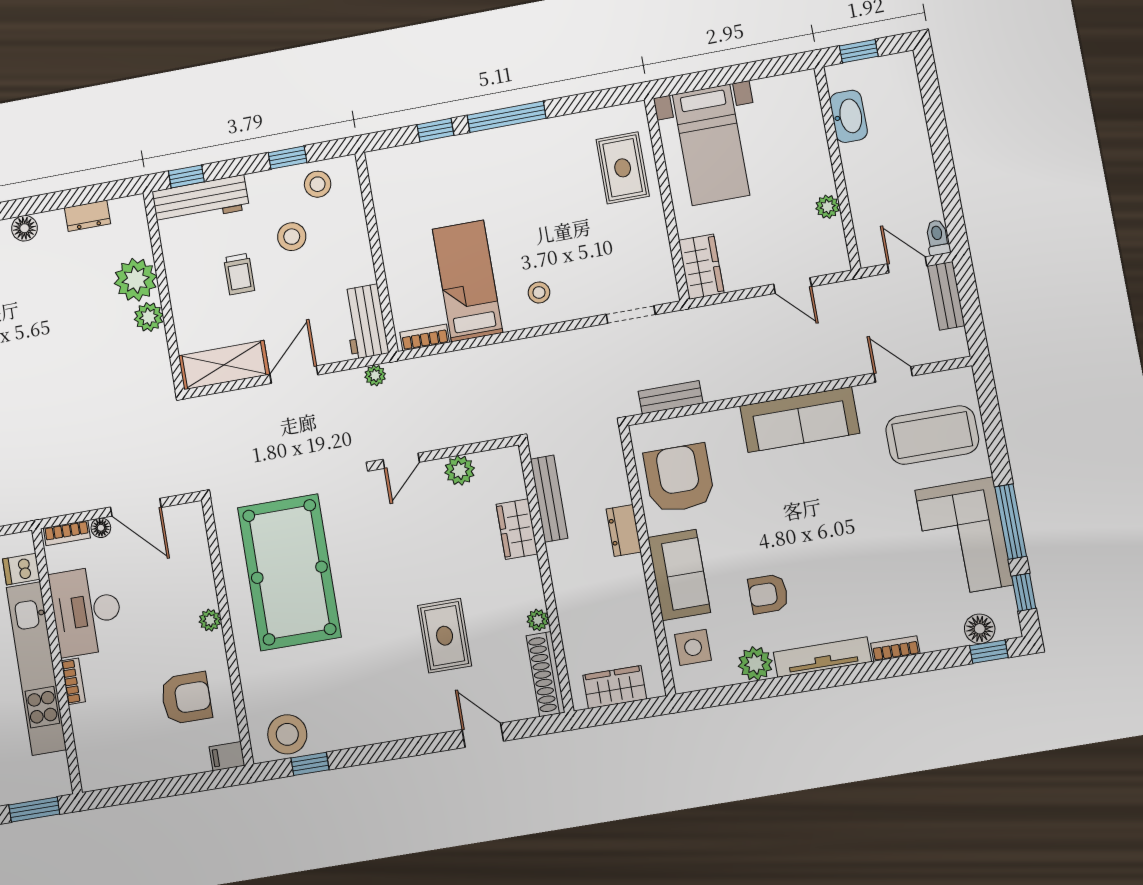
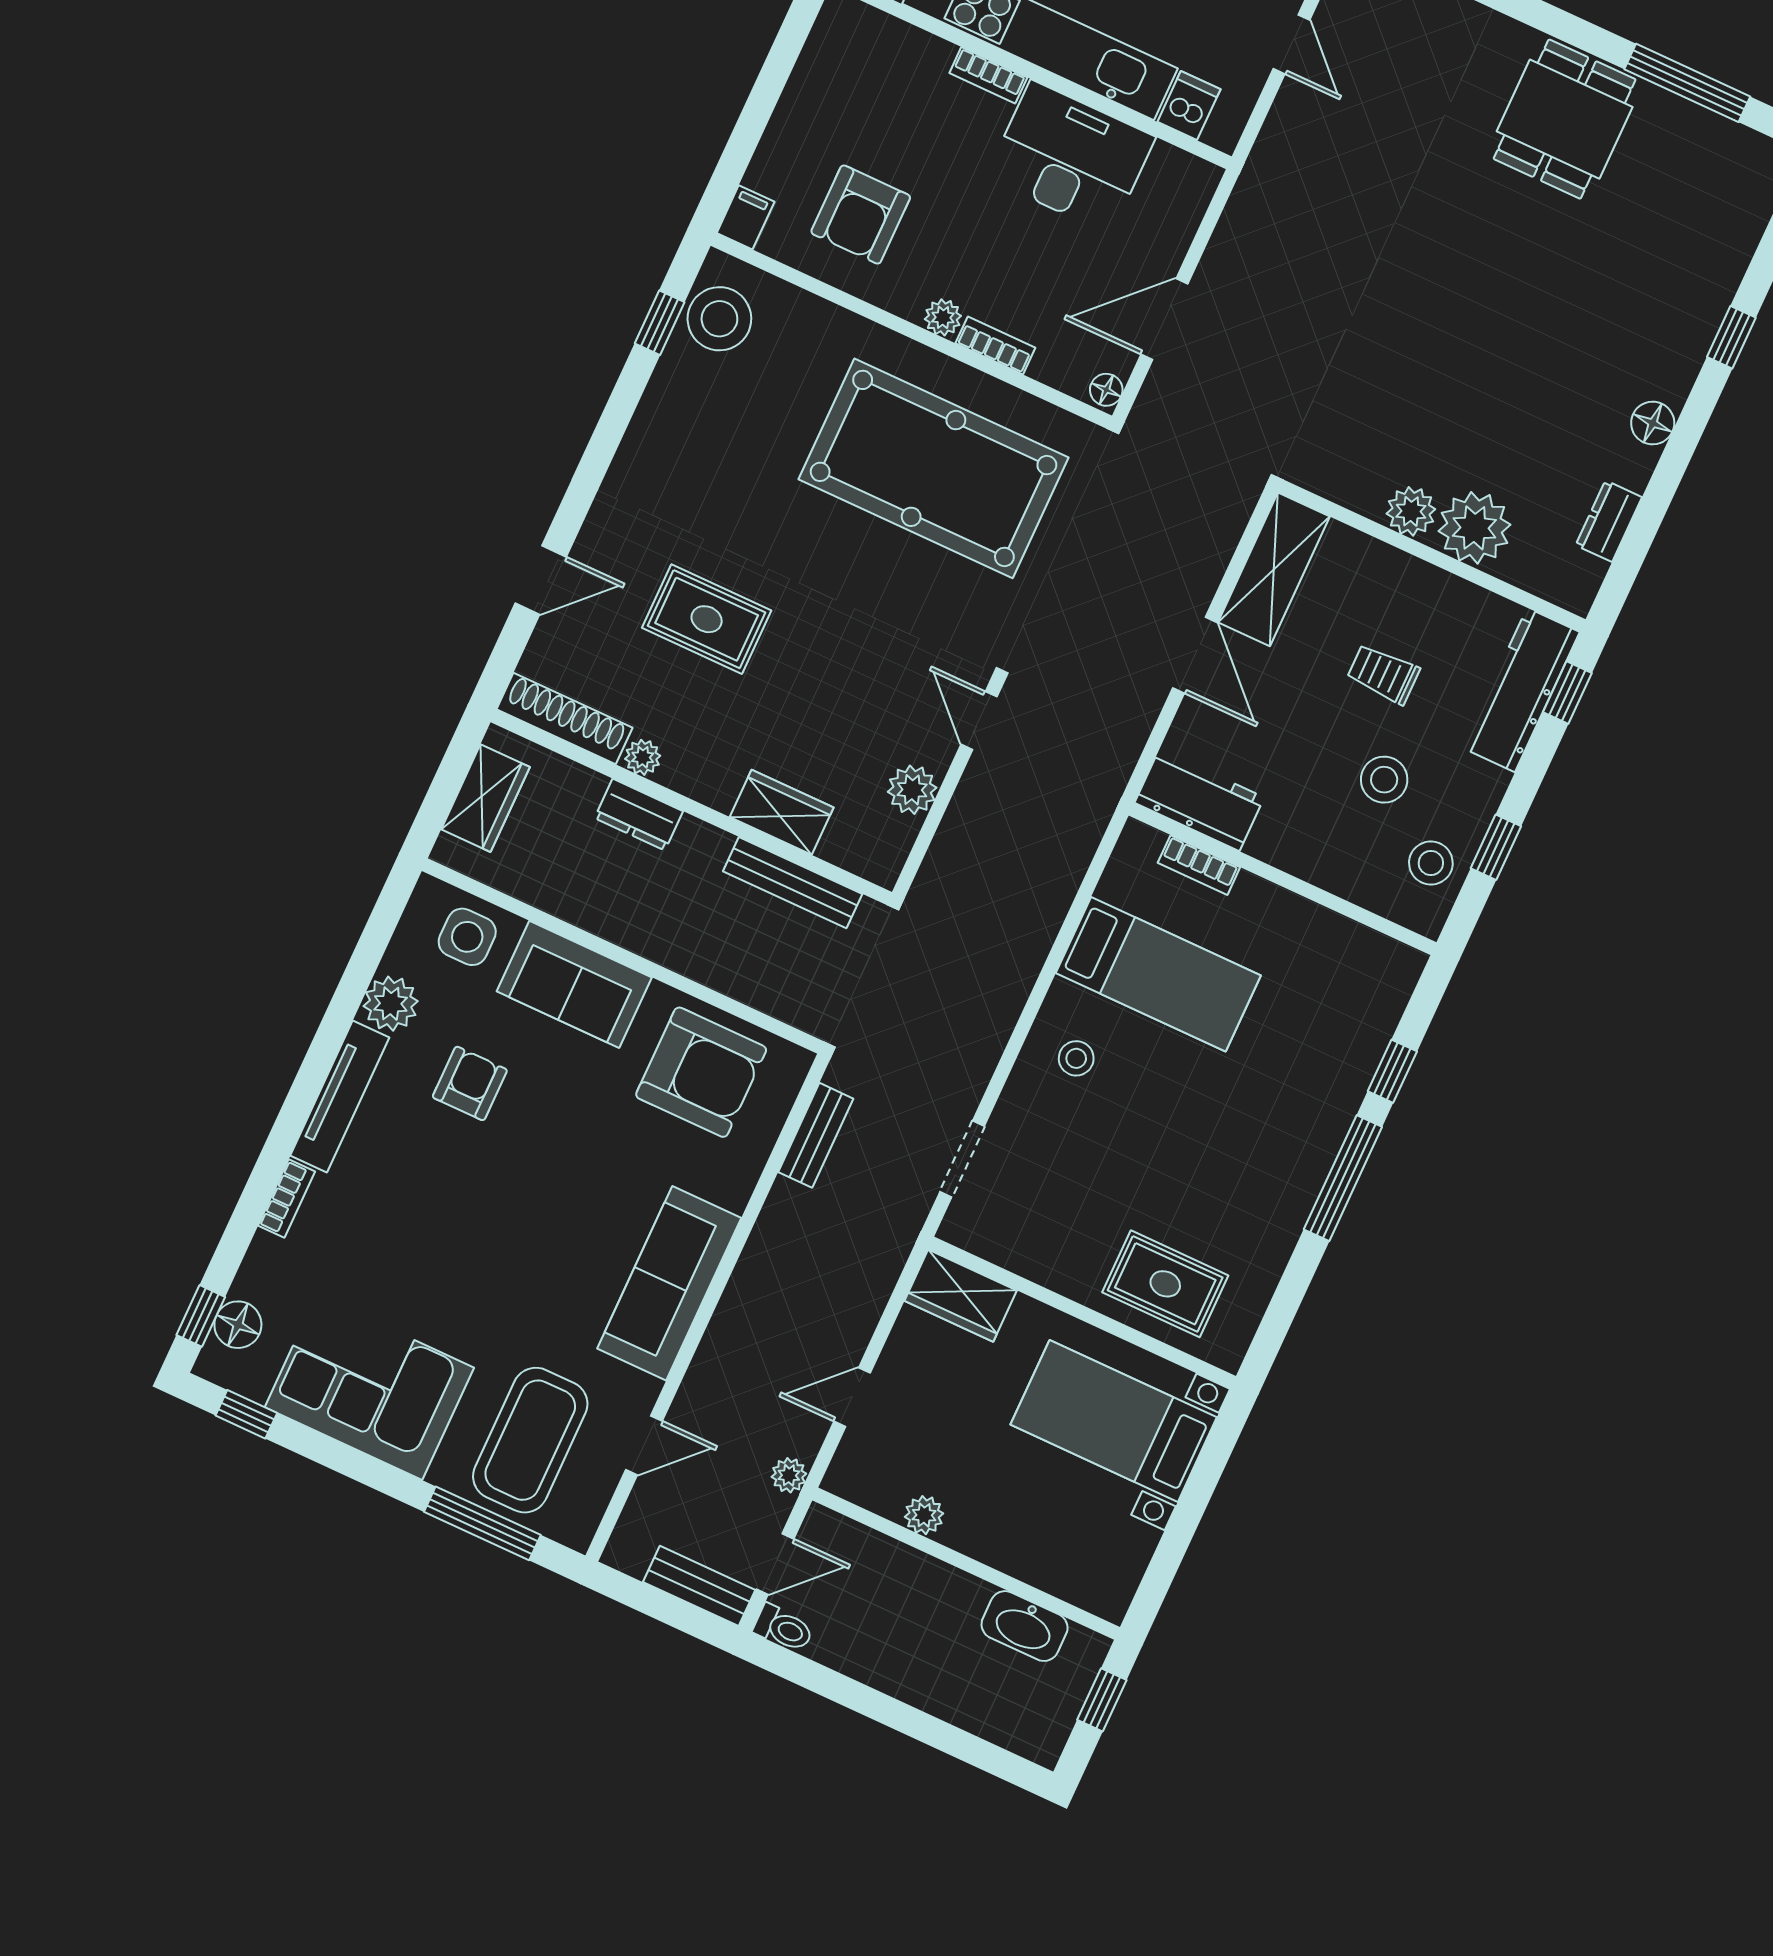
bookcase: (425, 337) -> (1199, 865), moved, turned 90
plant: (375, 375) -> (789, 1475), moved
window: (1011, 522) -> (482, 1523), moved
floor lamp: (101, 528) -> (1106, 390), moved
dresser: (624, 530) -> (639, 815), moved, turned 180
bookcase: (67, 533) -> (995, 345), moved, turned 90

